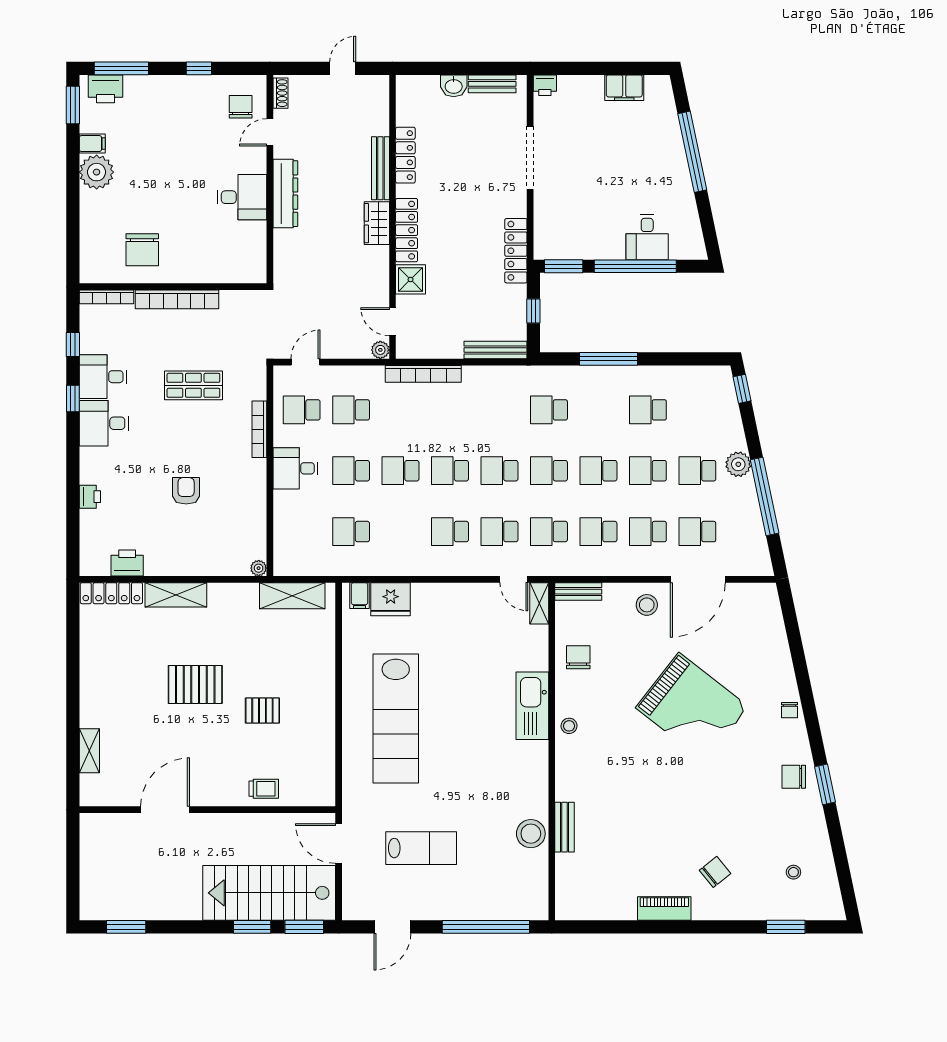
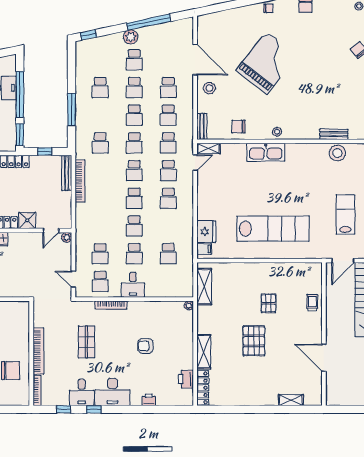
bookcase: (423, 374) -> (80, 181), moved
desk: (104, 423) -> (112, 392), width x1.37
school desk: (697, 532) -> (168, 60), removed

